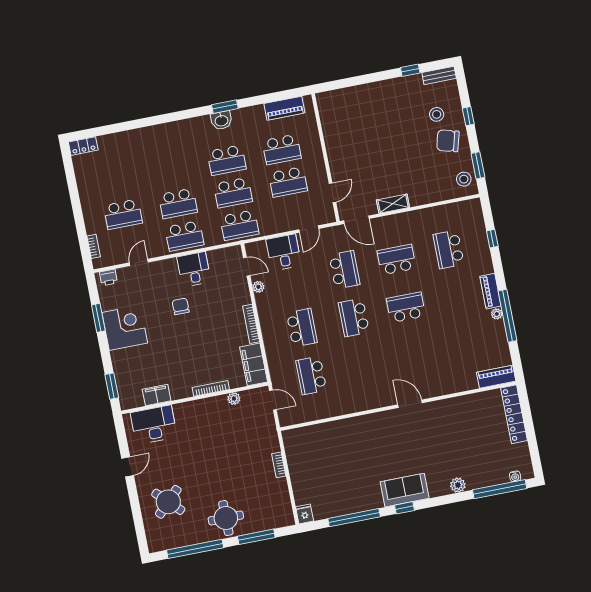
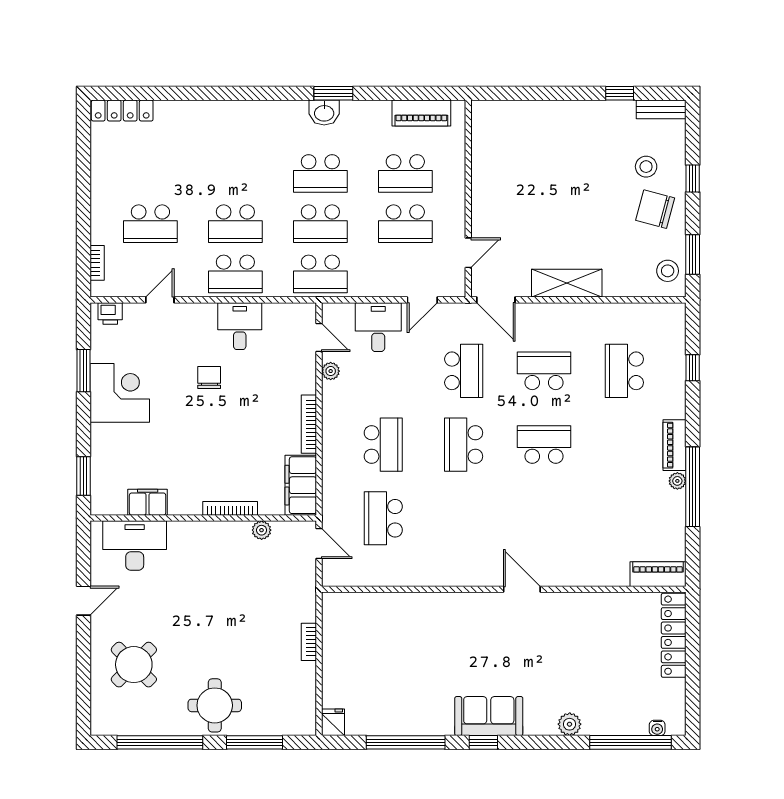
locker: (83, 146) -> (122, 111), width x1.53
shelving: (393, 204) -> (567, 283), width x1.50, depth x1.33

